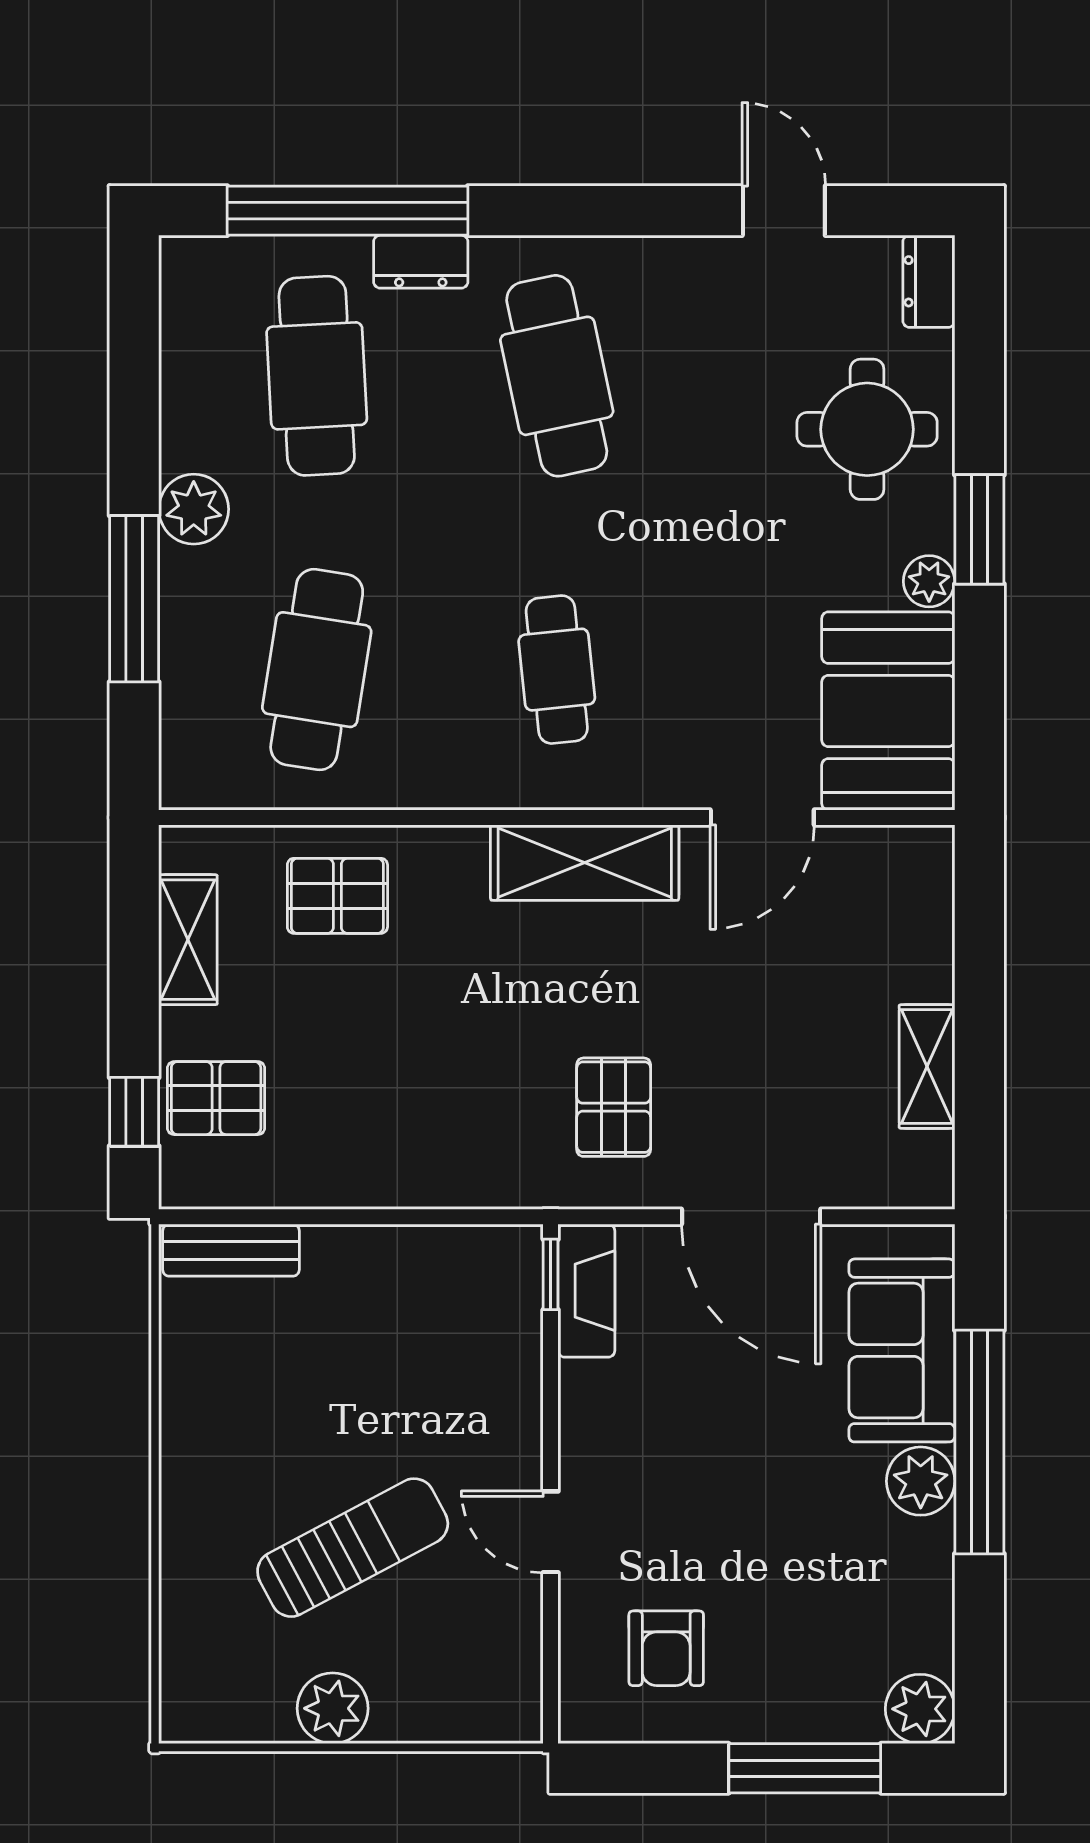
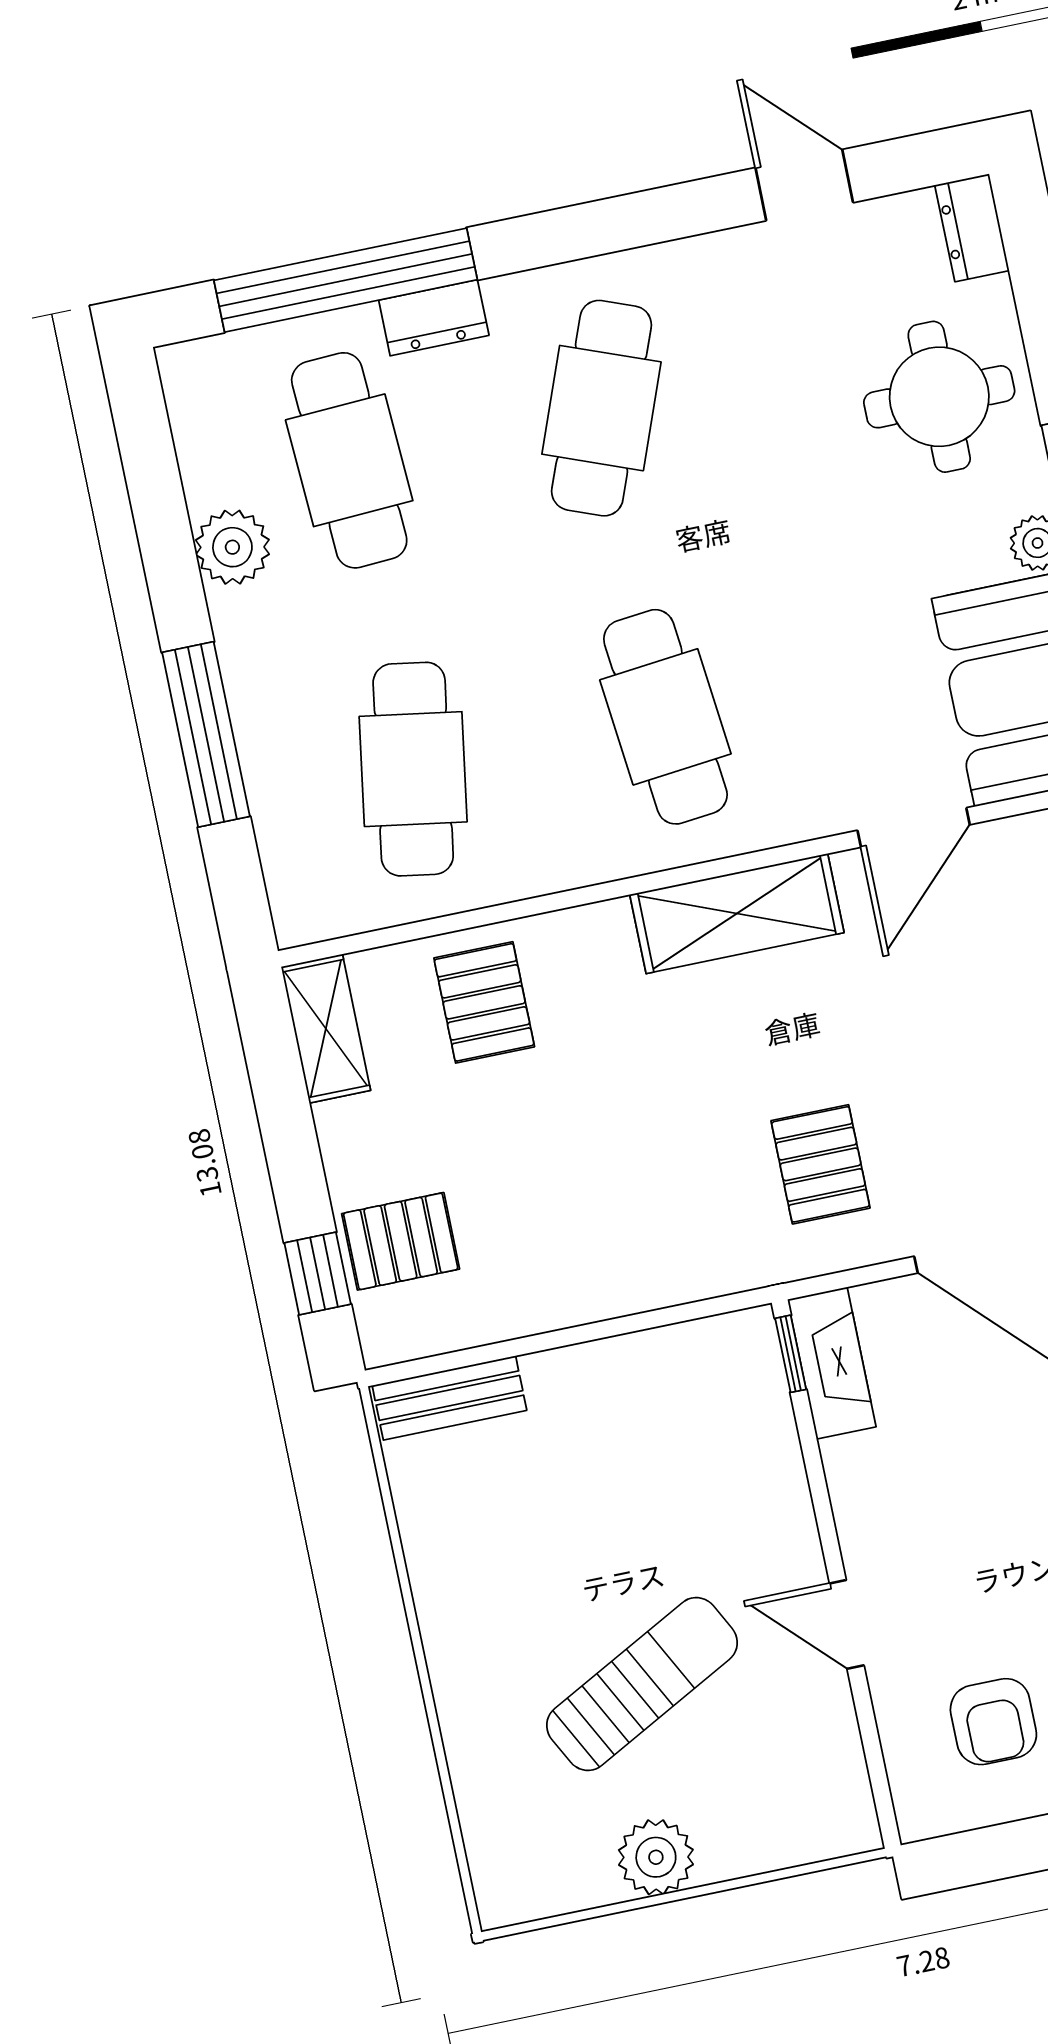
cafe table: (557, 376) -> (602, 408), turned 33
plant: (194, 509) -> (232, 547), moved
cafe table: (557, 670) -> (665, 717), width x1.37, depth x1.35
pallet: (337, 896) -> (484, 1002), turned 90
shelving: (188, 940) -> (326, 1029), moved

